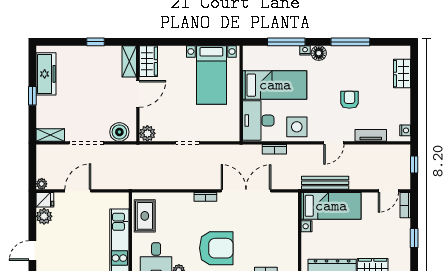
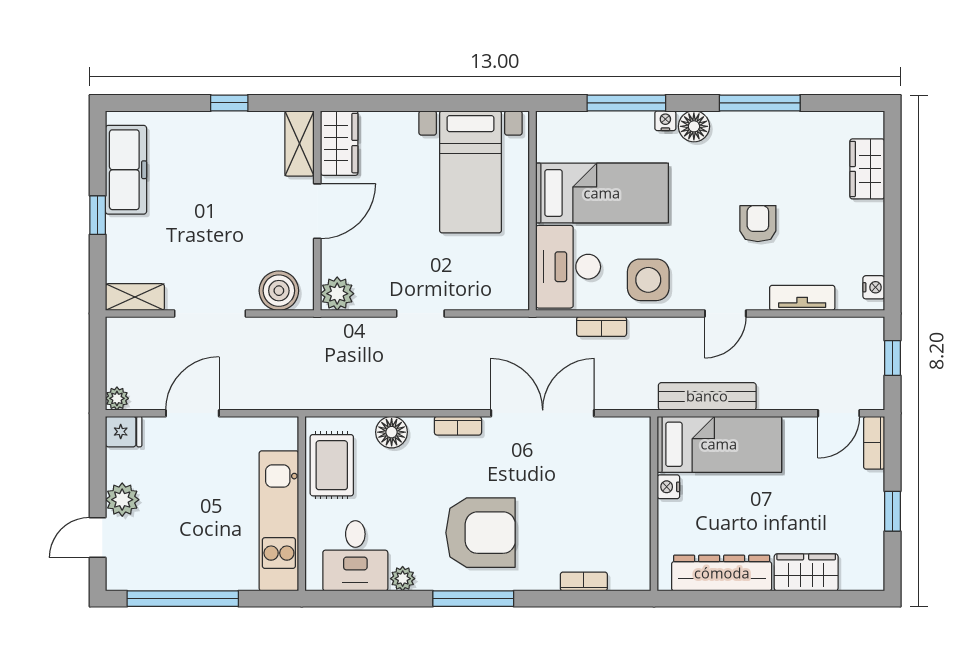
floor lamp: (173, 200) -> (392, 432), added
plant: (44, 216) -> (122, 500), moved

